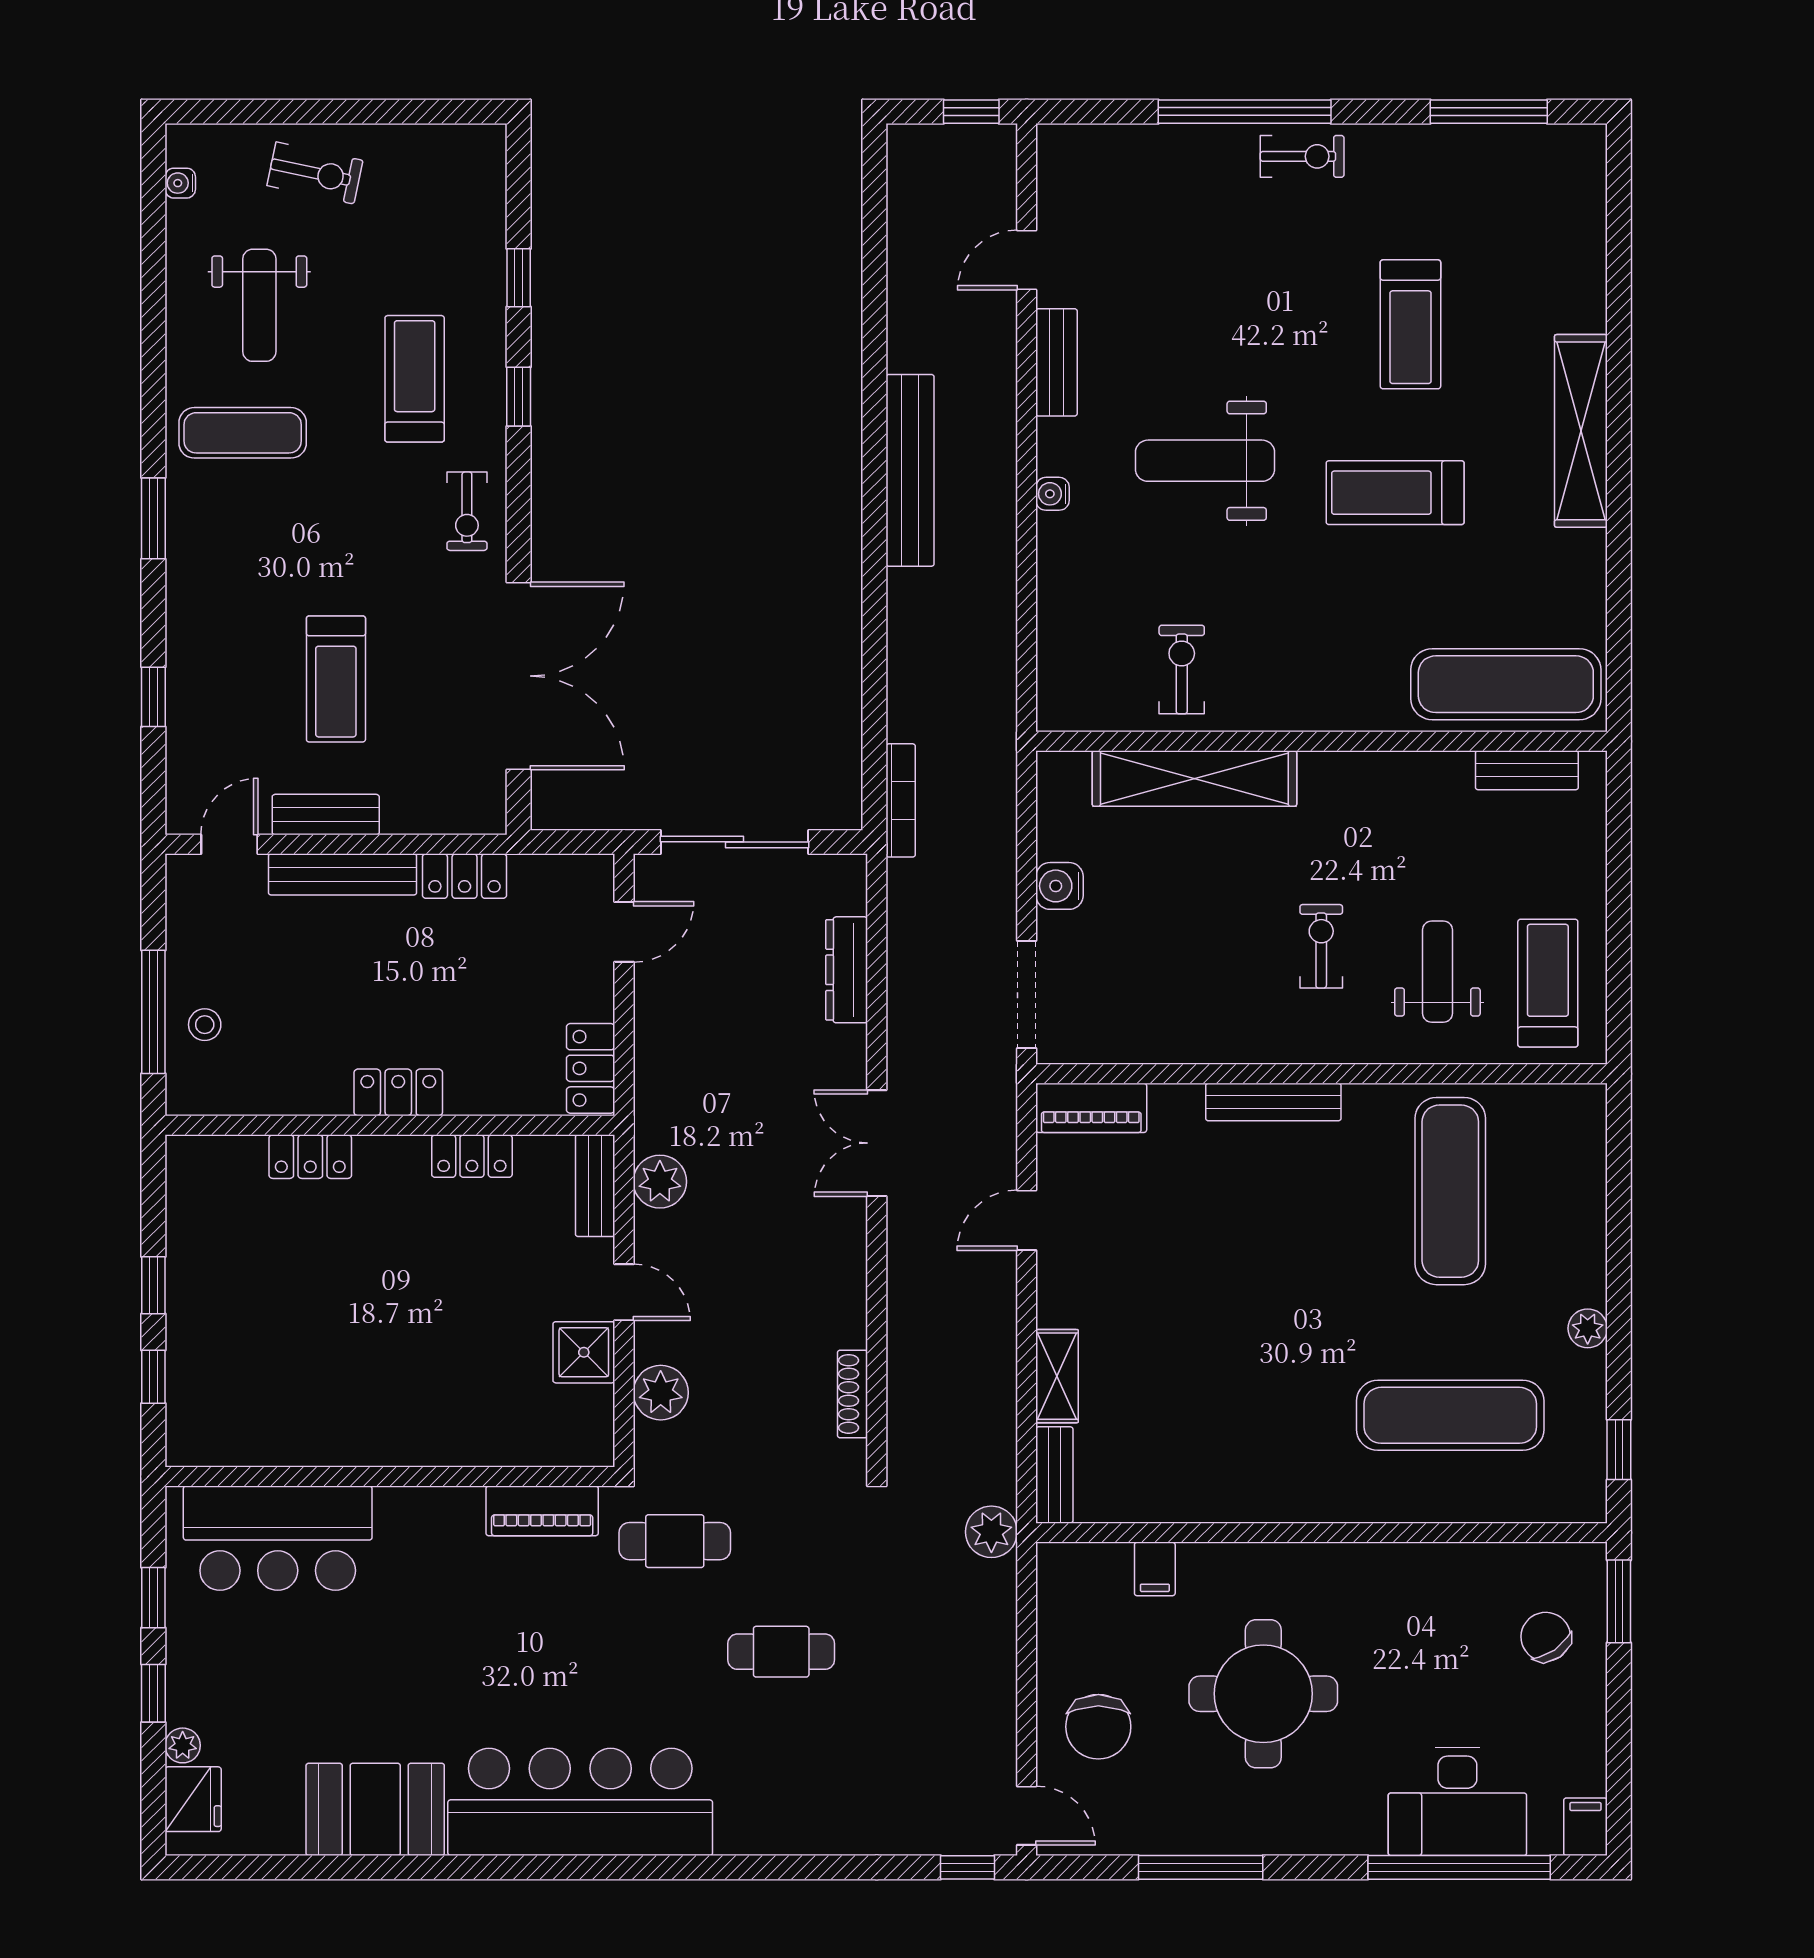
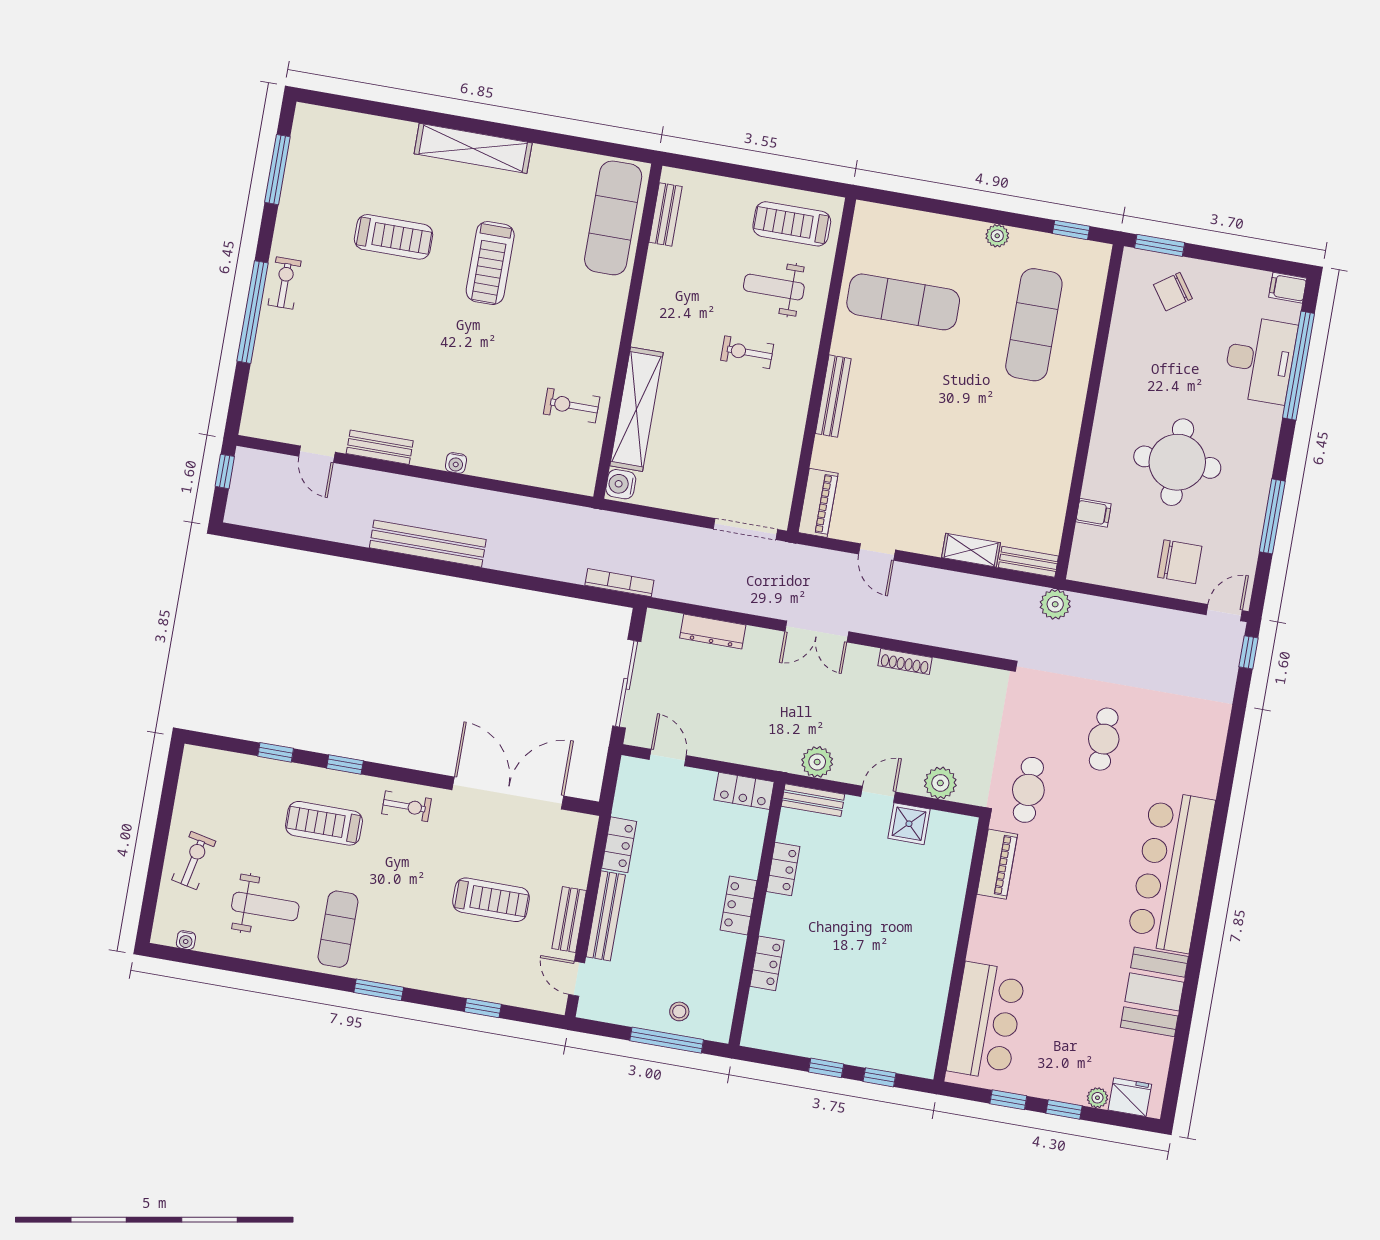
weight bench: (1205, 461) -> (452, 371), removed
water cooler: (1060, 886) -> (621, 484), moved, turned 90
shoe rack: (852, 1394) -> (905, 662), moved

